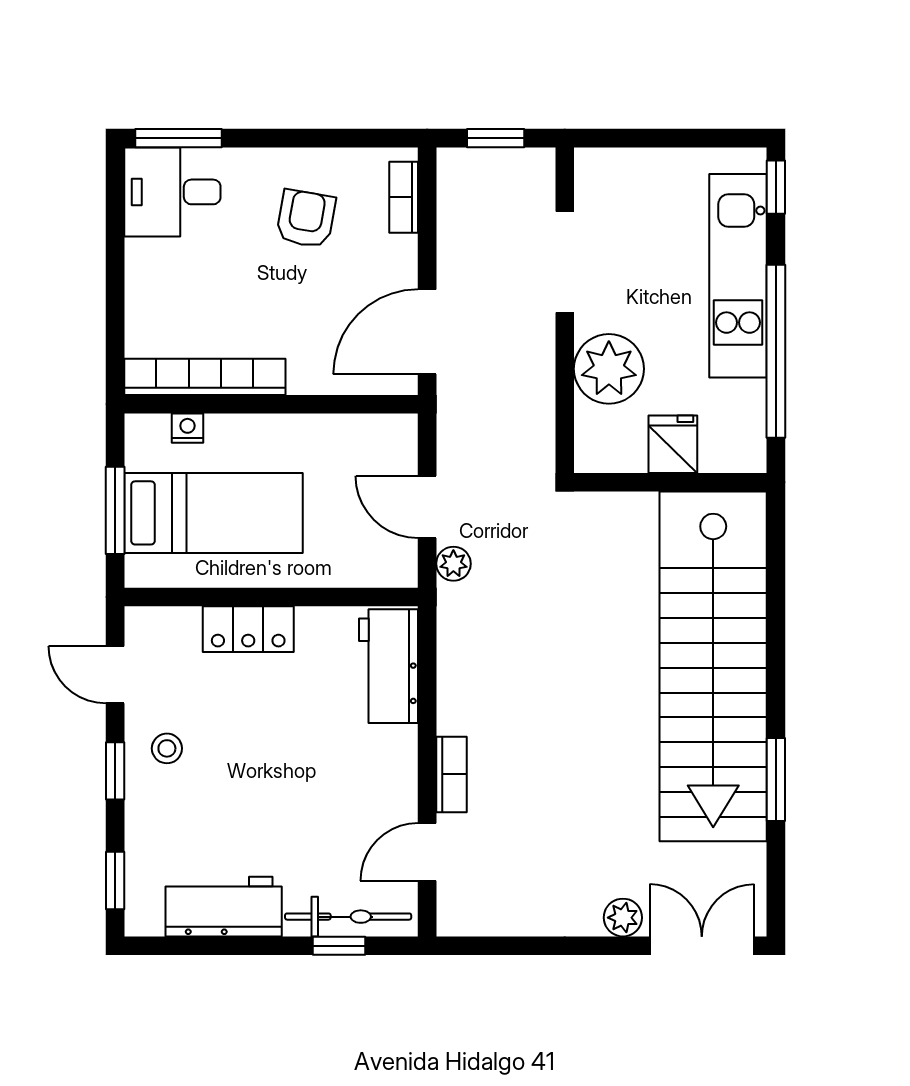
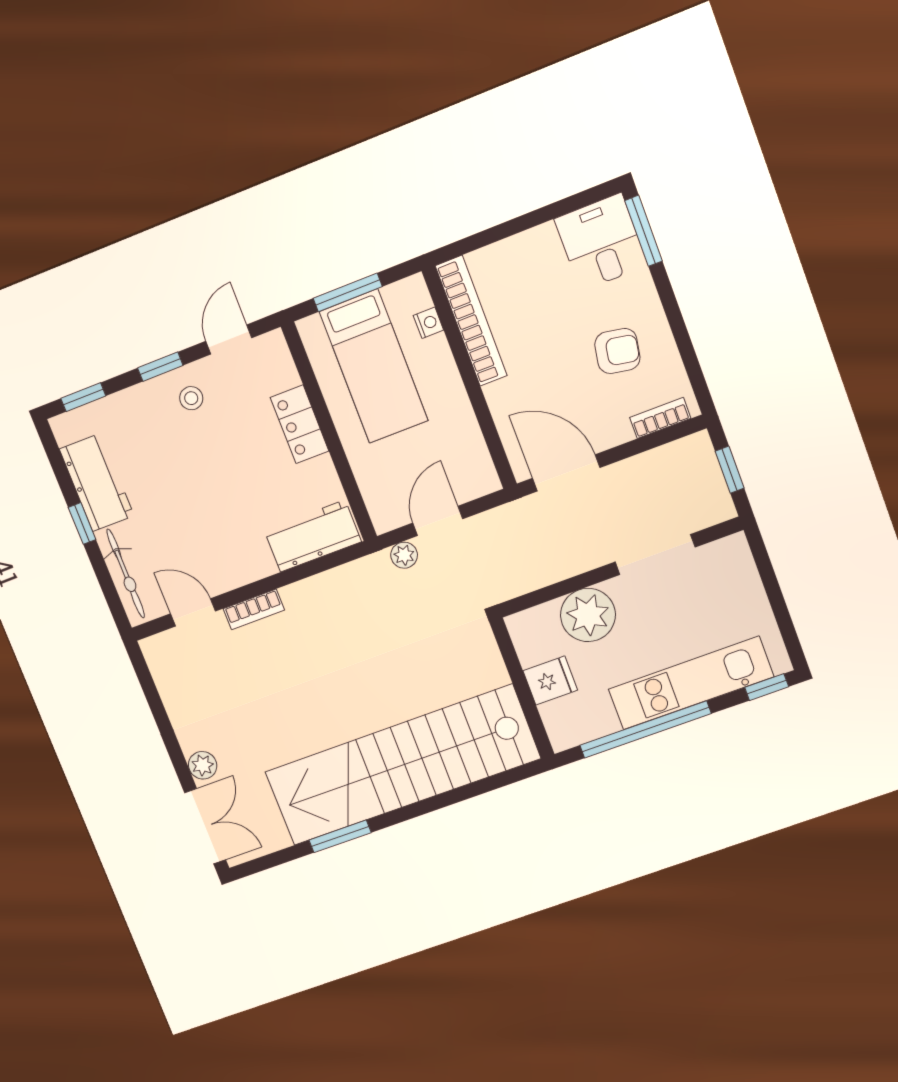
window: (339, 946) -> (82, 524), moved

